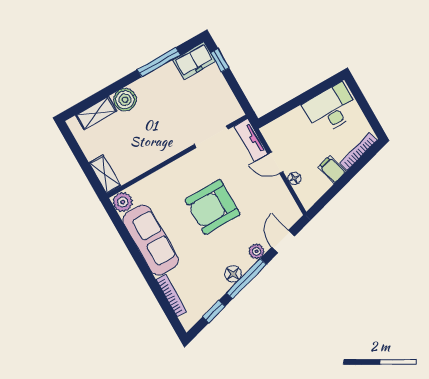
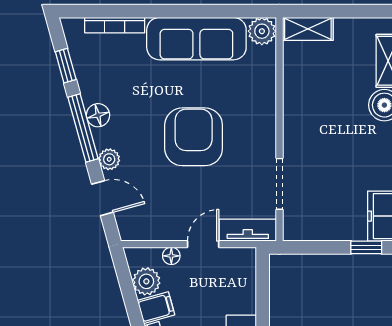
plant: (319, 185) -> (146, 281), added

